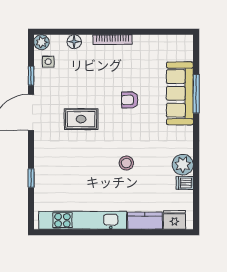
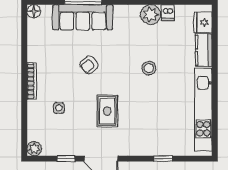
floor lamp: (74, 42) -> (34, 11), moved
side table: (48, 62) -> (59, 108), moved
armchair: (130, 100) -> (89, 65), turned 50

